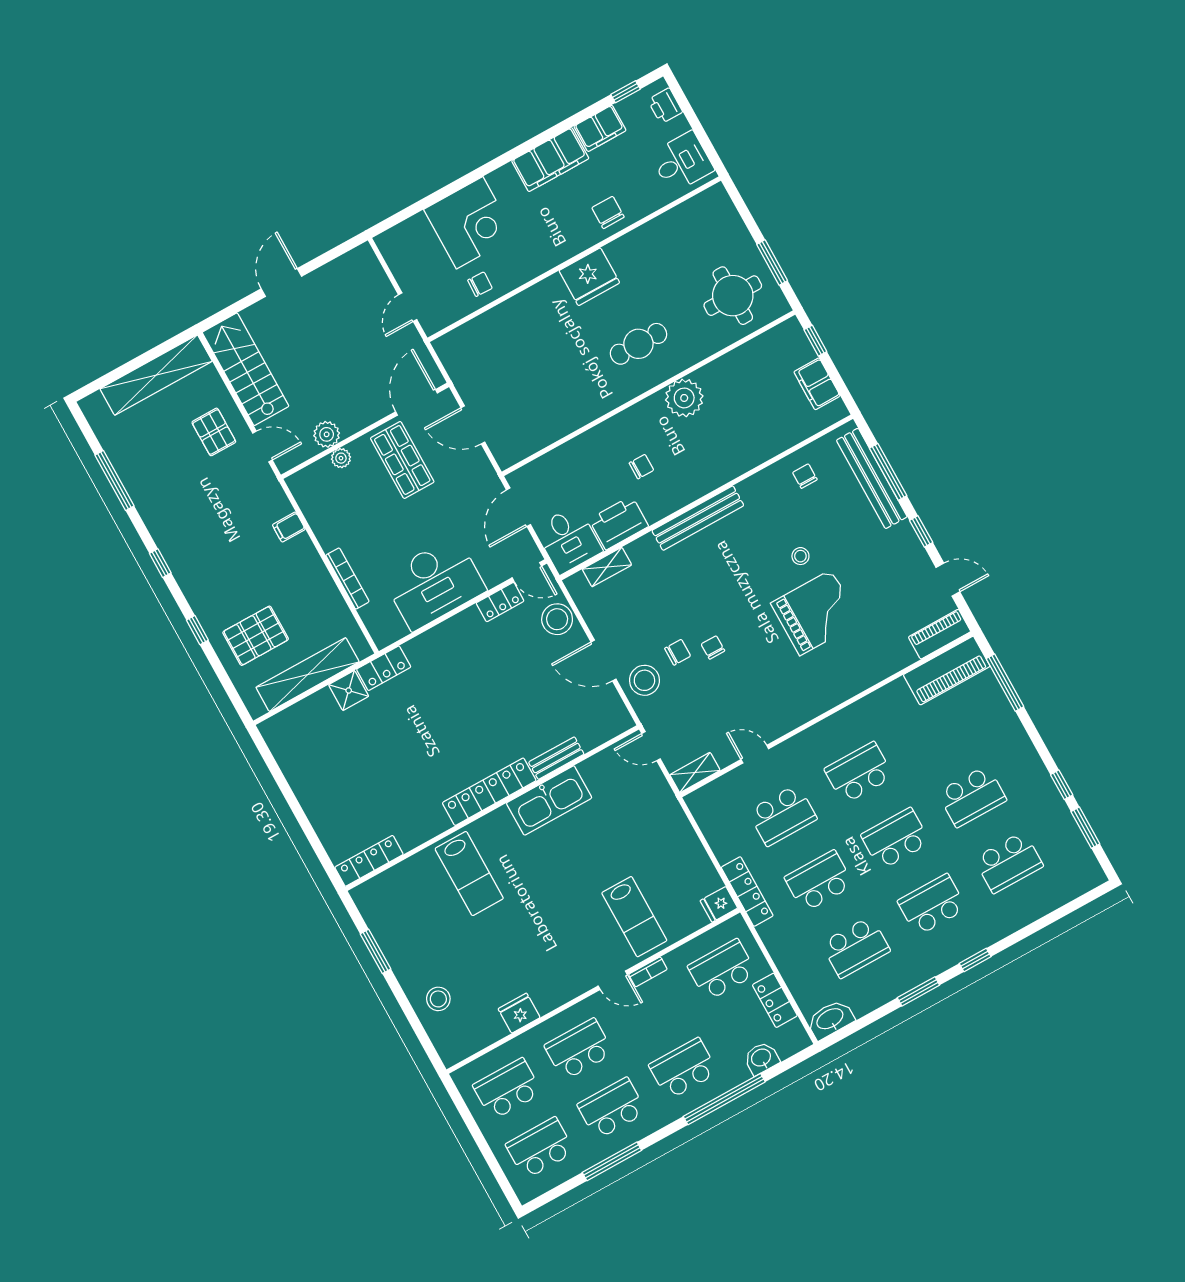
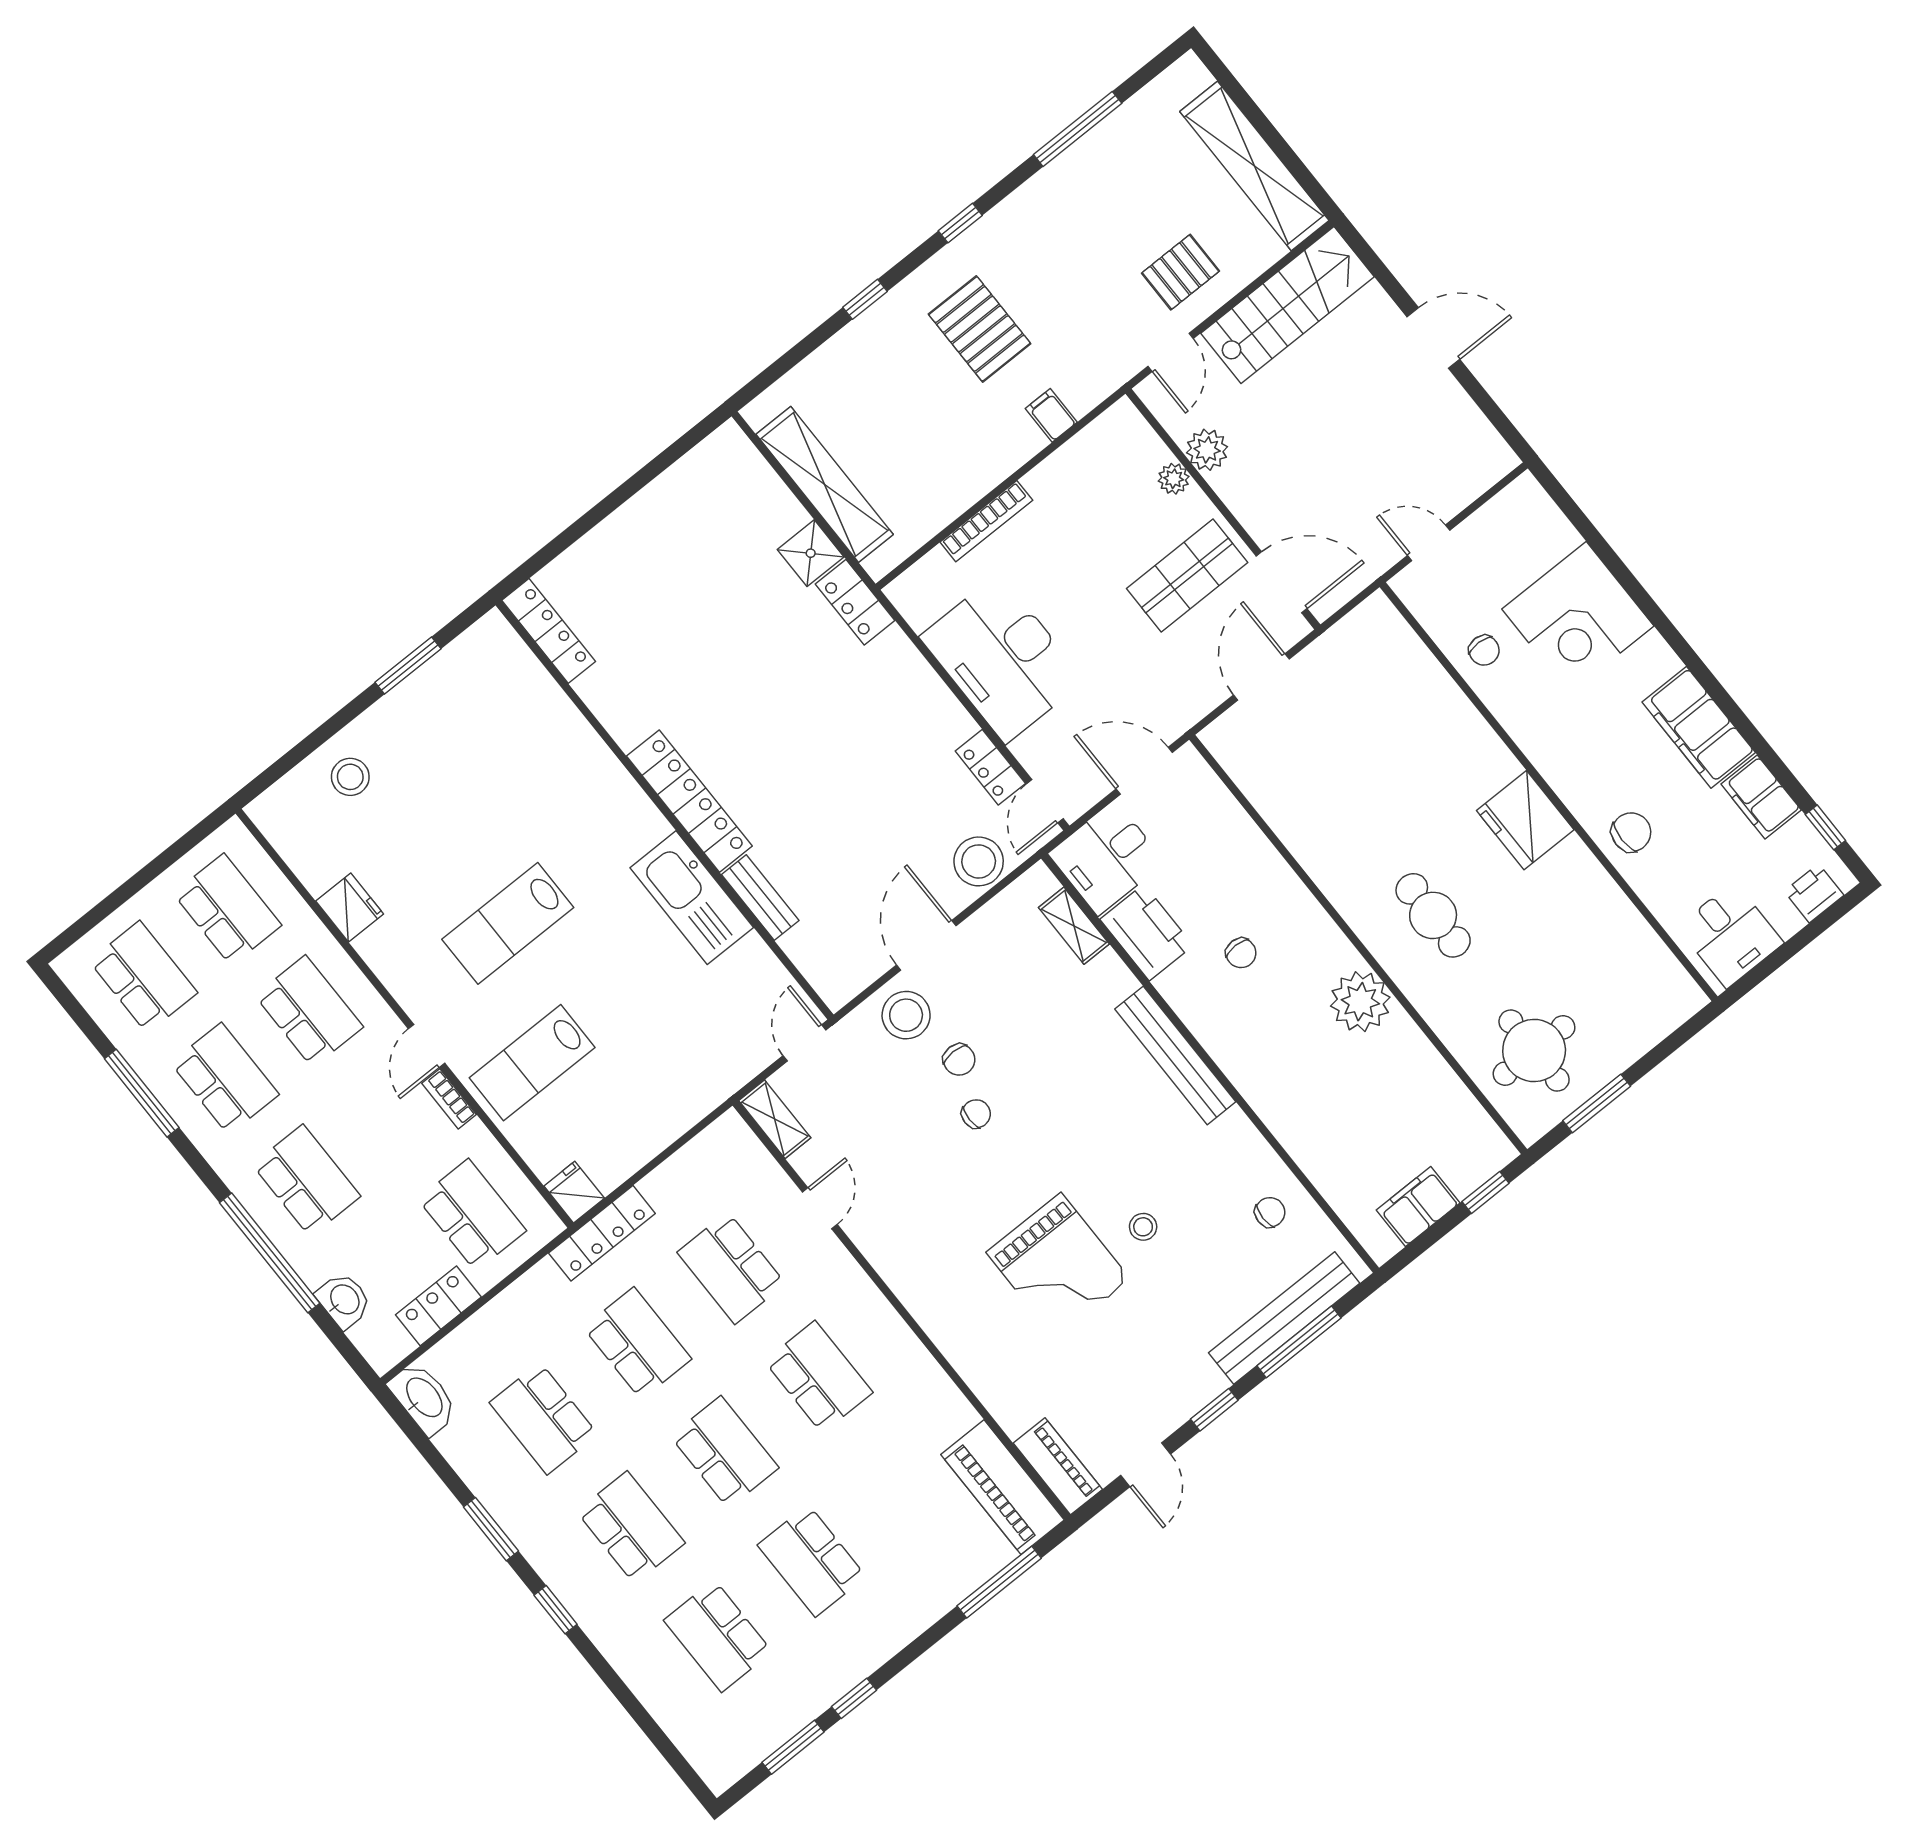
pallet: (256, 636) -> (980, 329), moved
lab bench: (469, 874) -> (508, 923), moved

